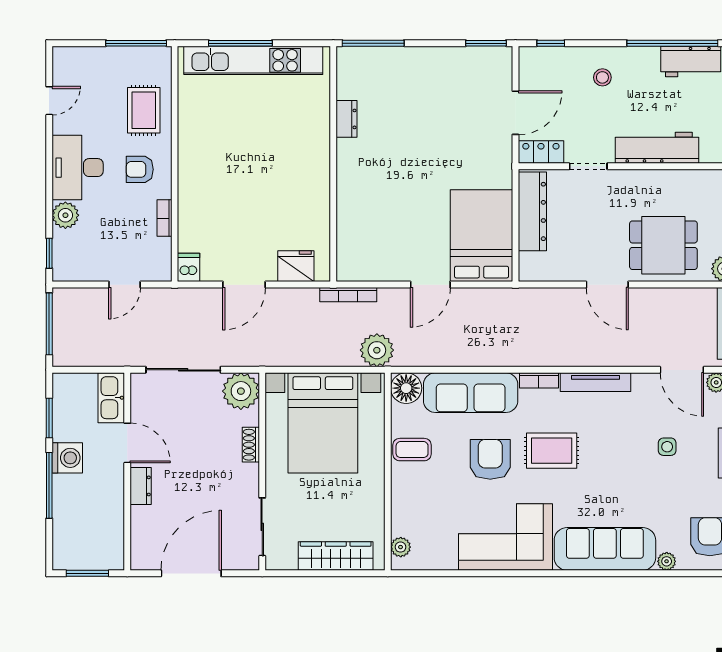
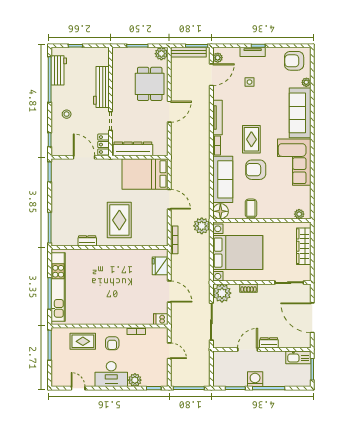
rug: (388, 184) -> (119, 220), added
kitchen sink: (111, 398) -> (298, 357), moved

